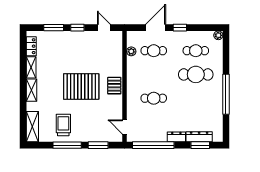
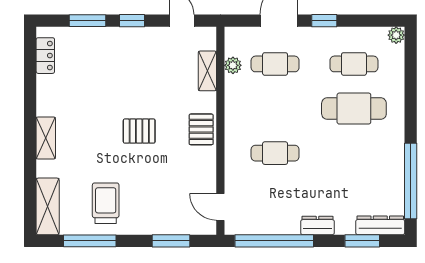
shelving: (31, 67) -> (207, 71), moved
pallet: (81, 86) -> (139, 131), width x0.49, depth x0.50
window: (226, 94) -> (411, 181), moved
dresser: (199, 137) -> (380, 225), moved
window: (67, 145) -> (90, 241), moved

